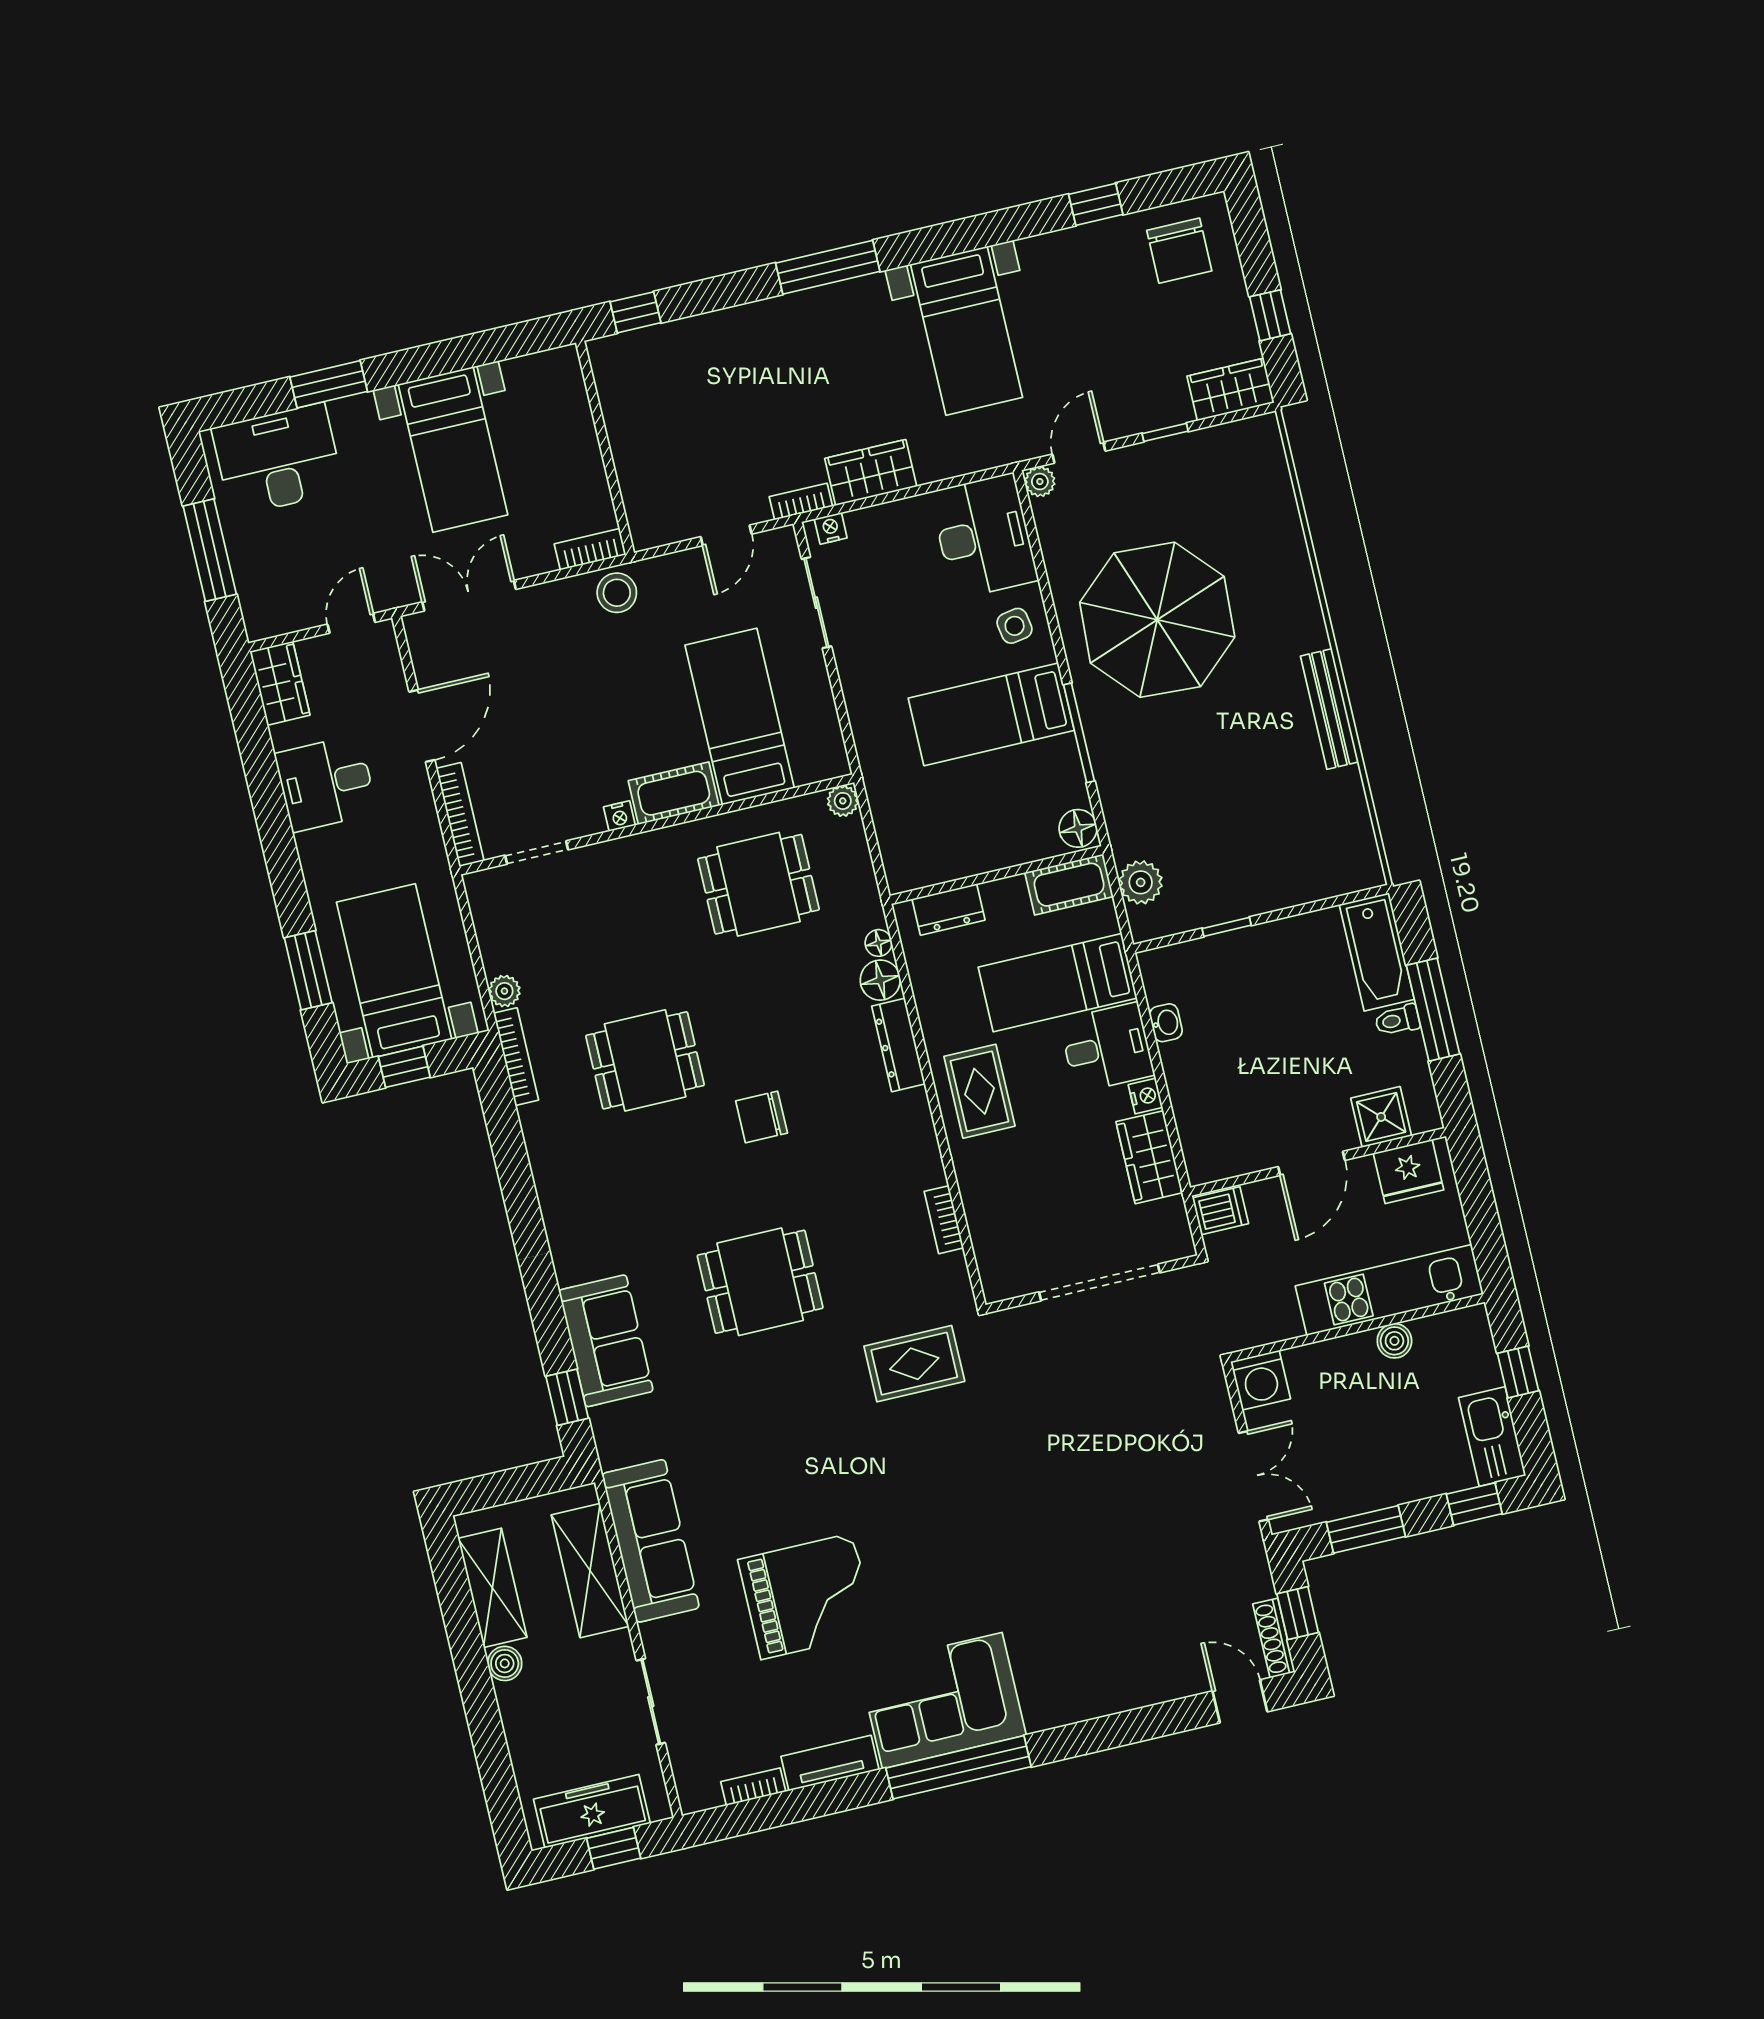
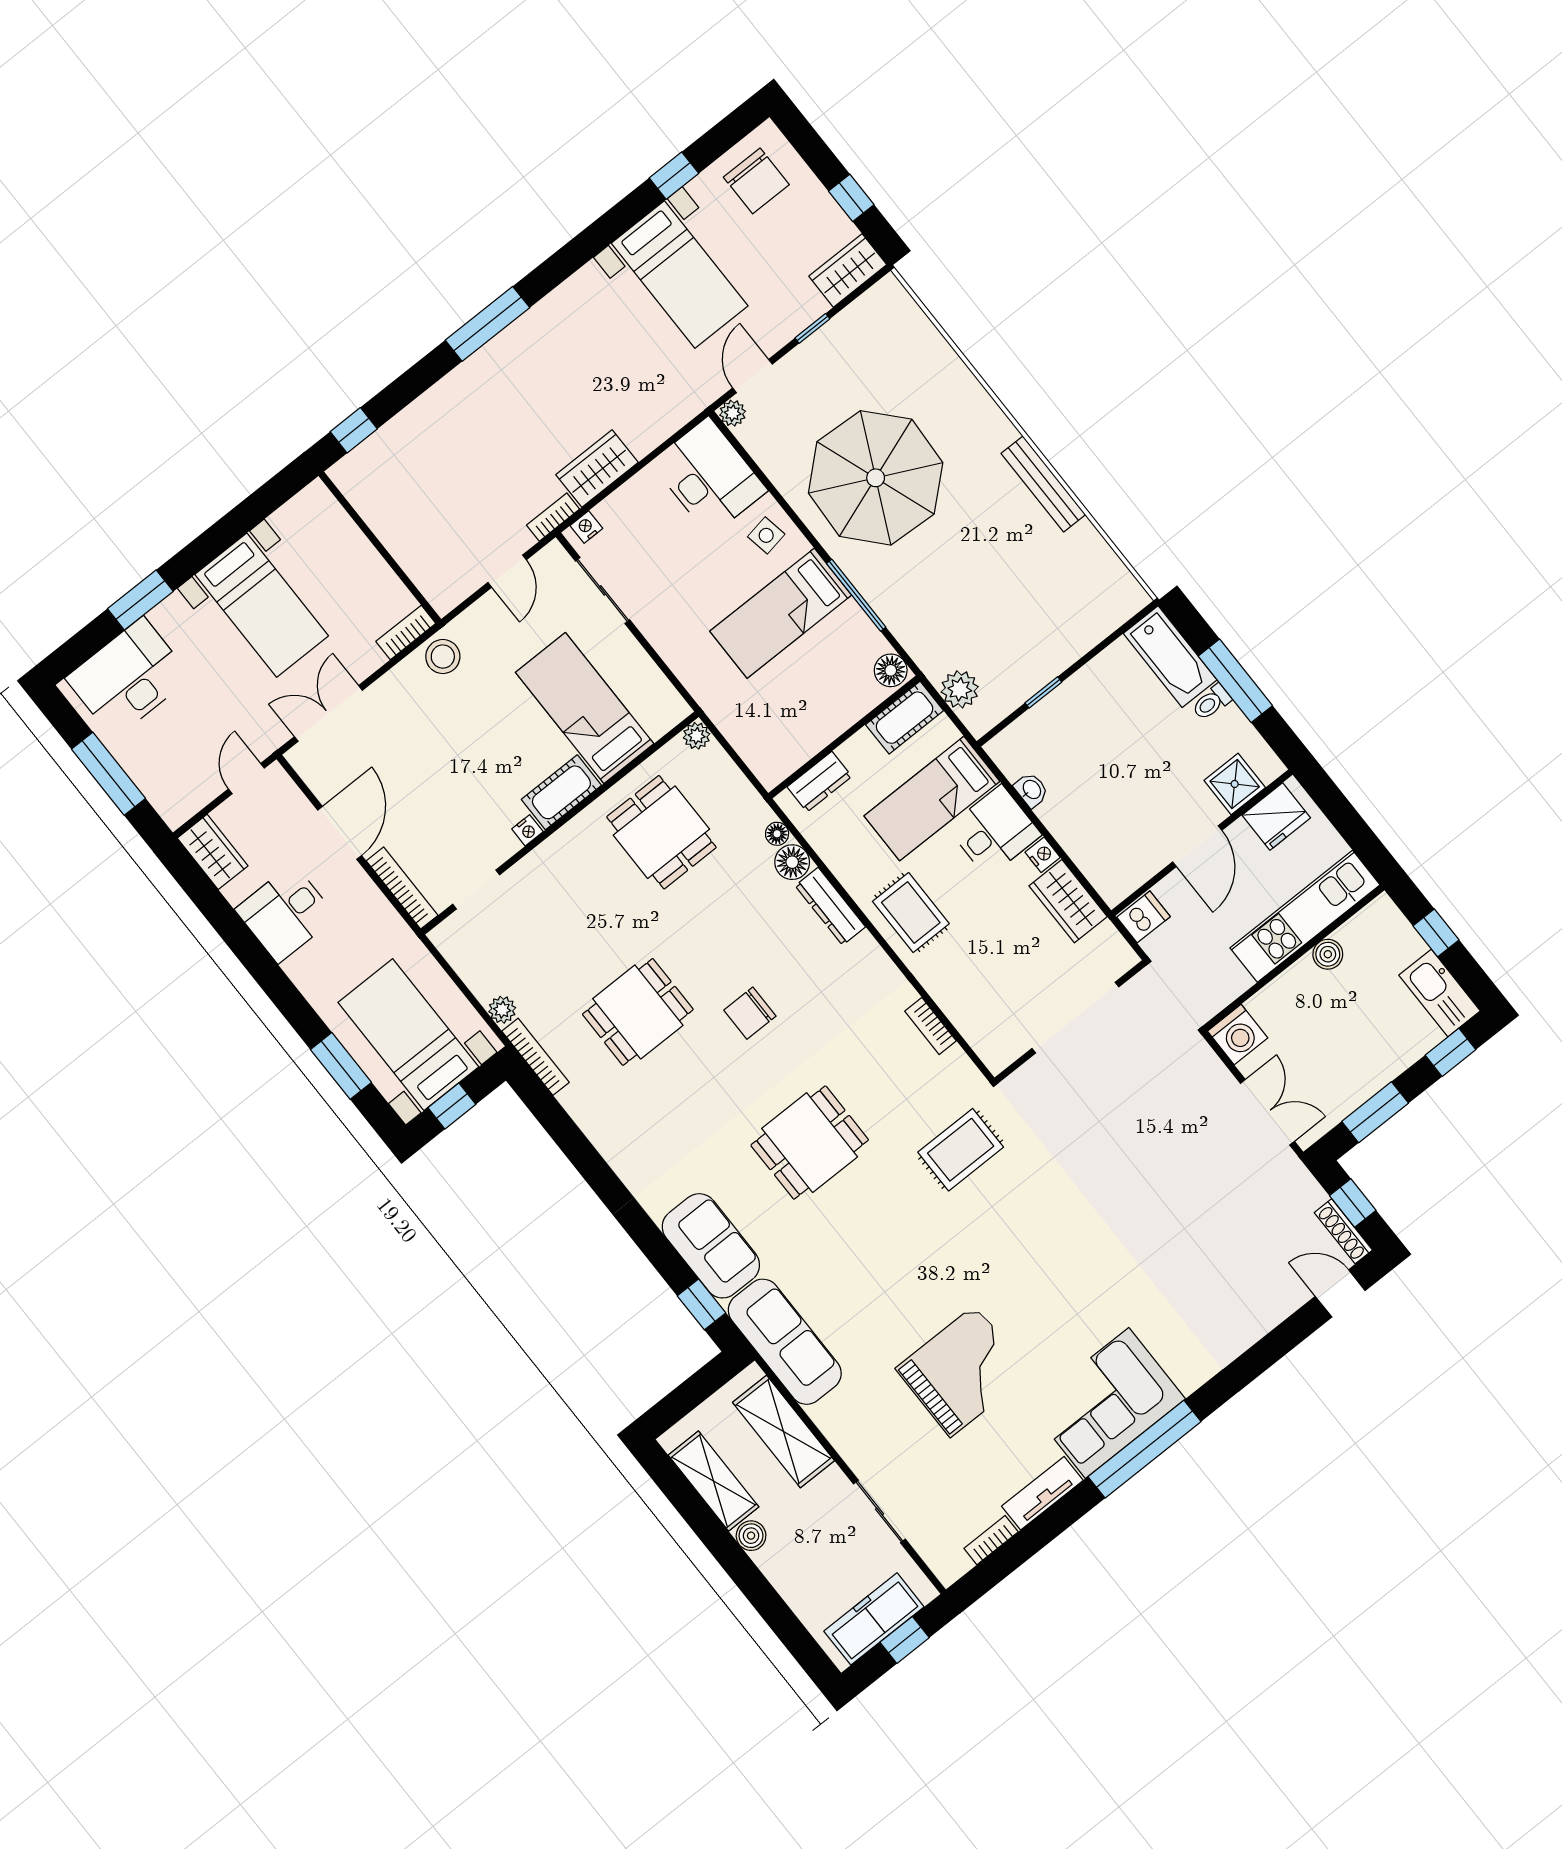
bed with nightstands: (967, 331) -> (680, 275), moved
dining table: (758, 884) -> (661, 832), turned 90
sofa: (651, 1541) -> (785, 1342), moved

